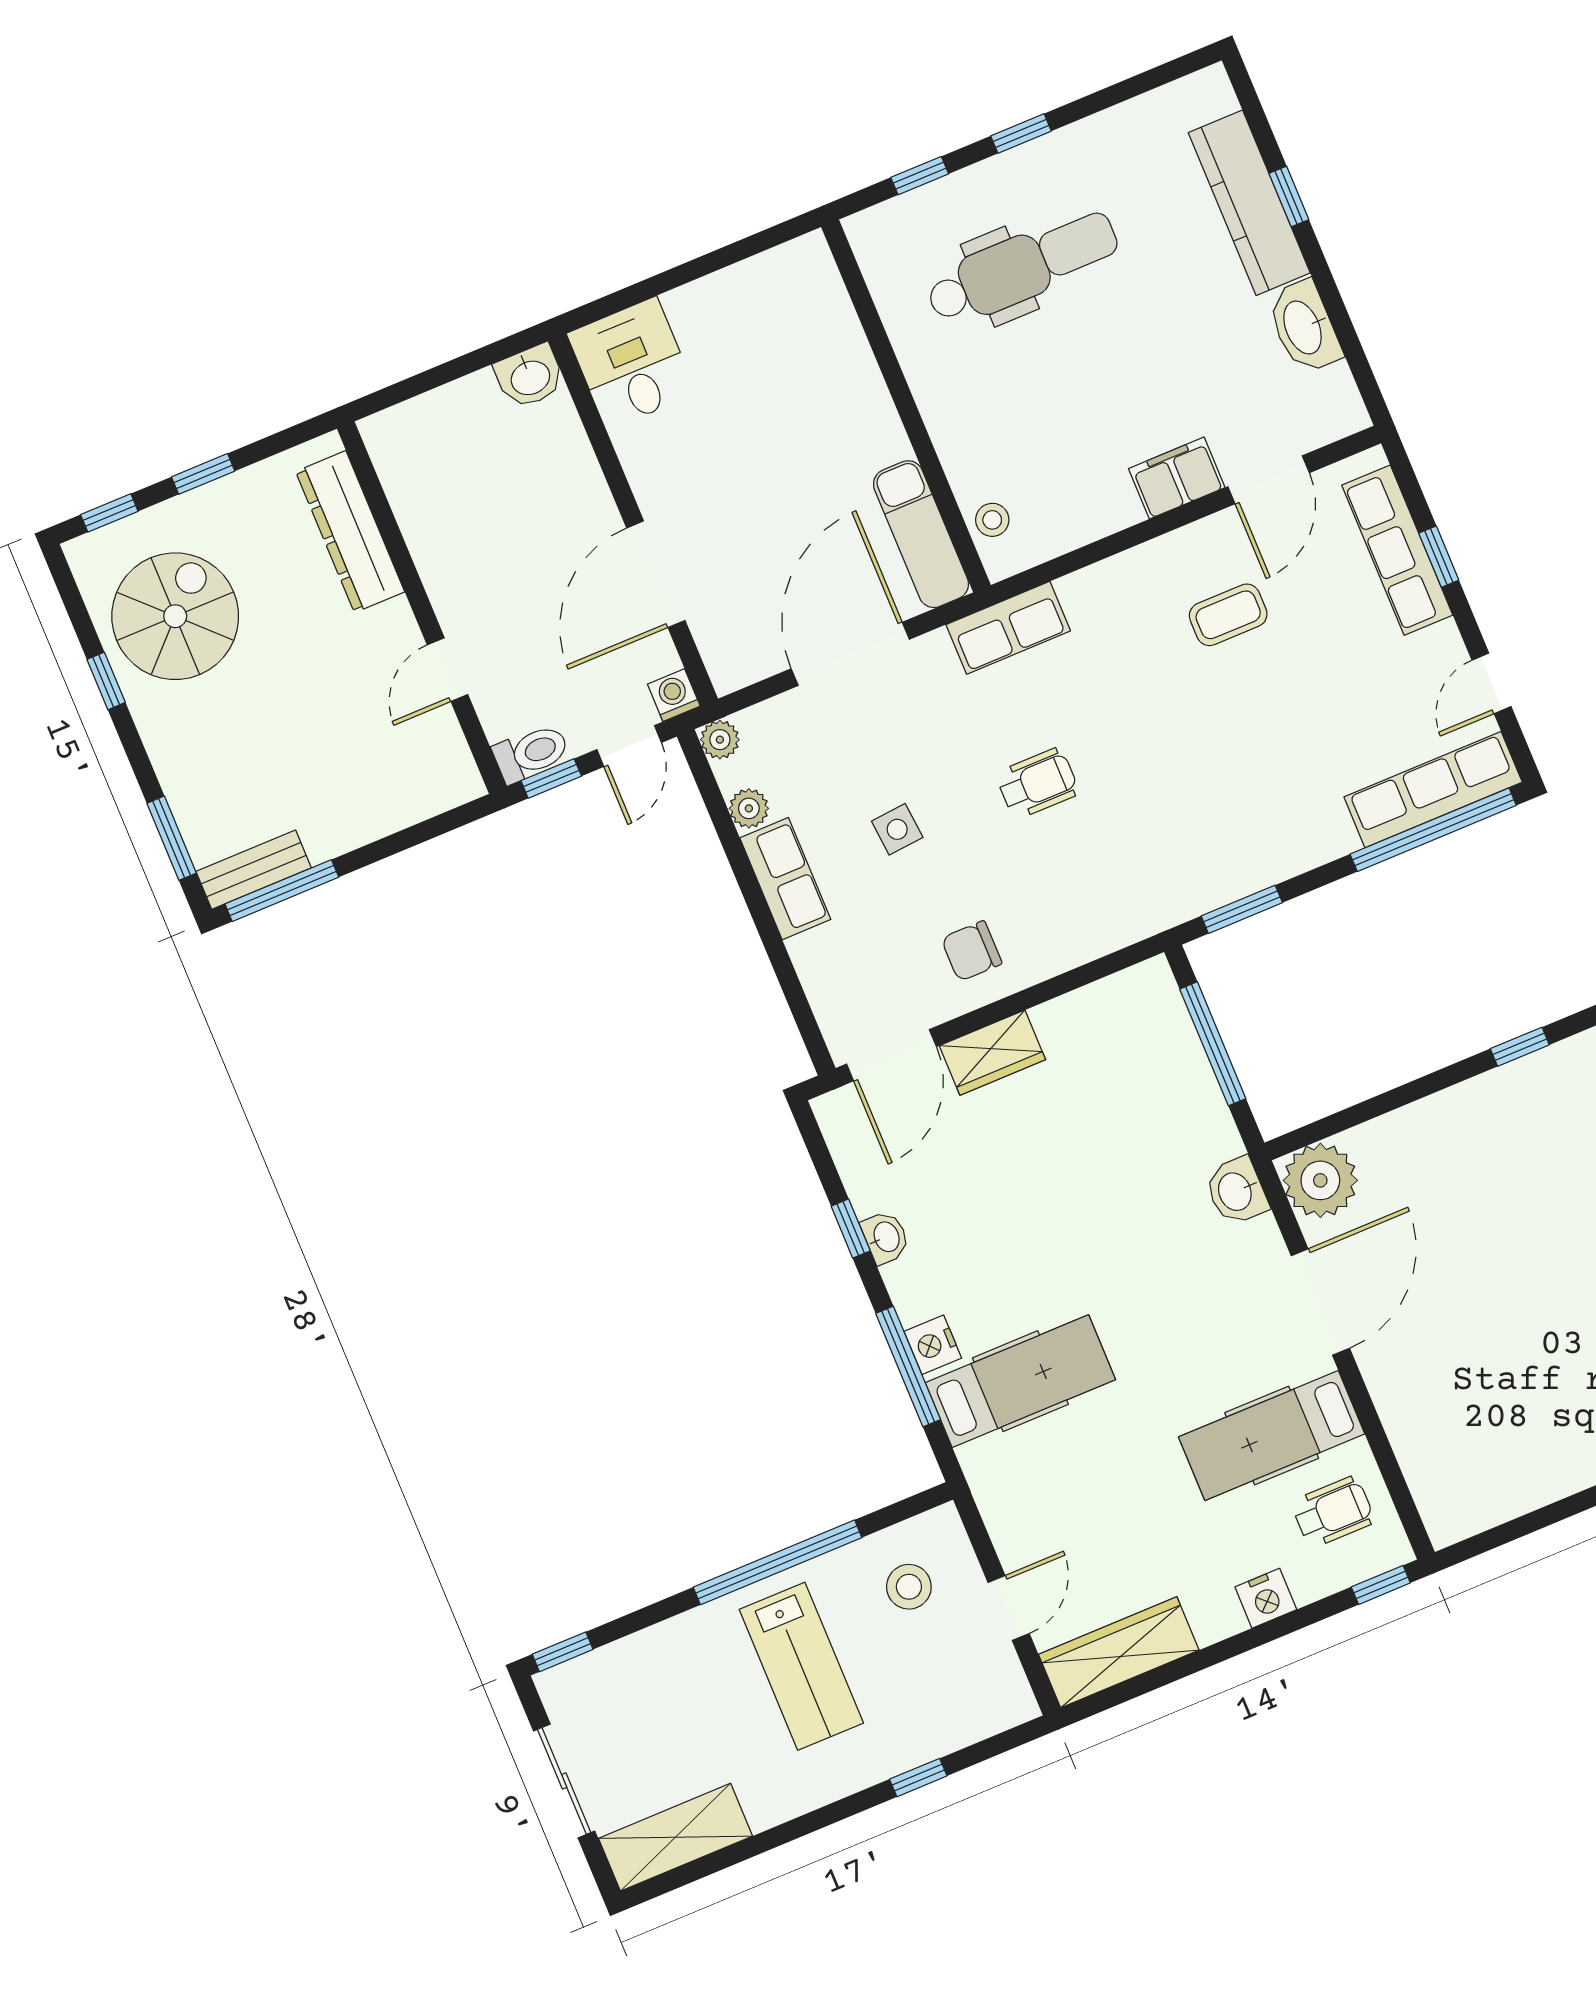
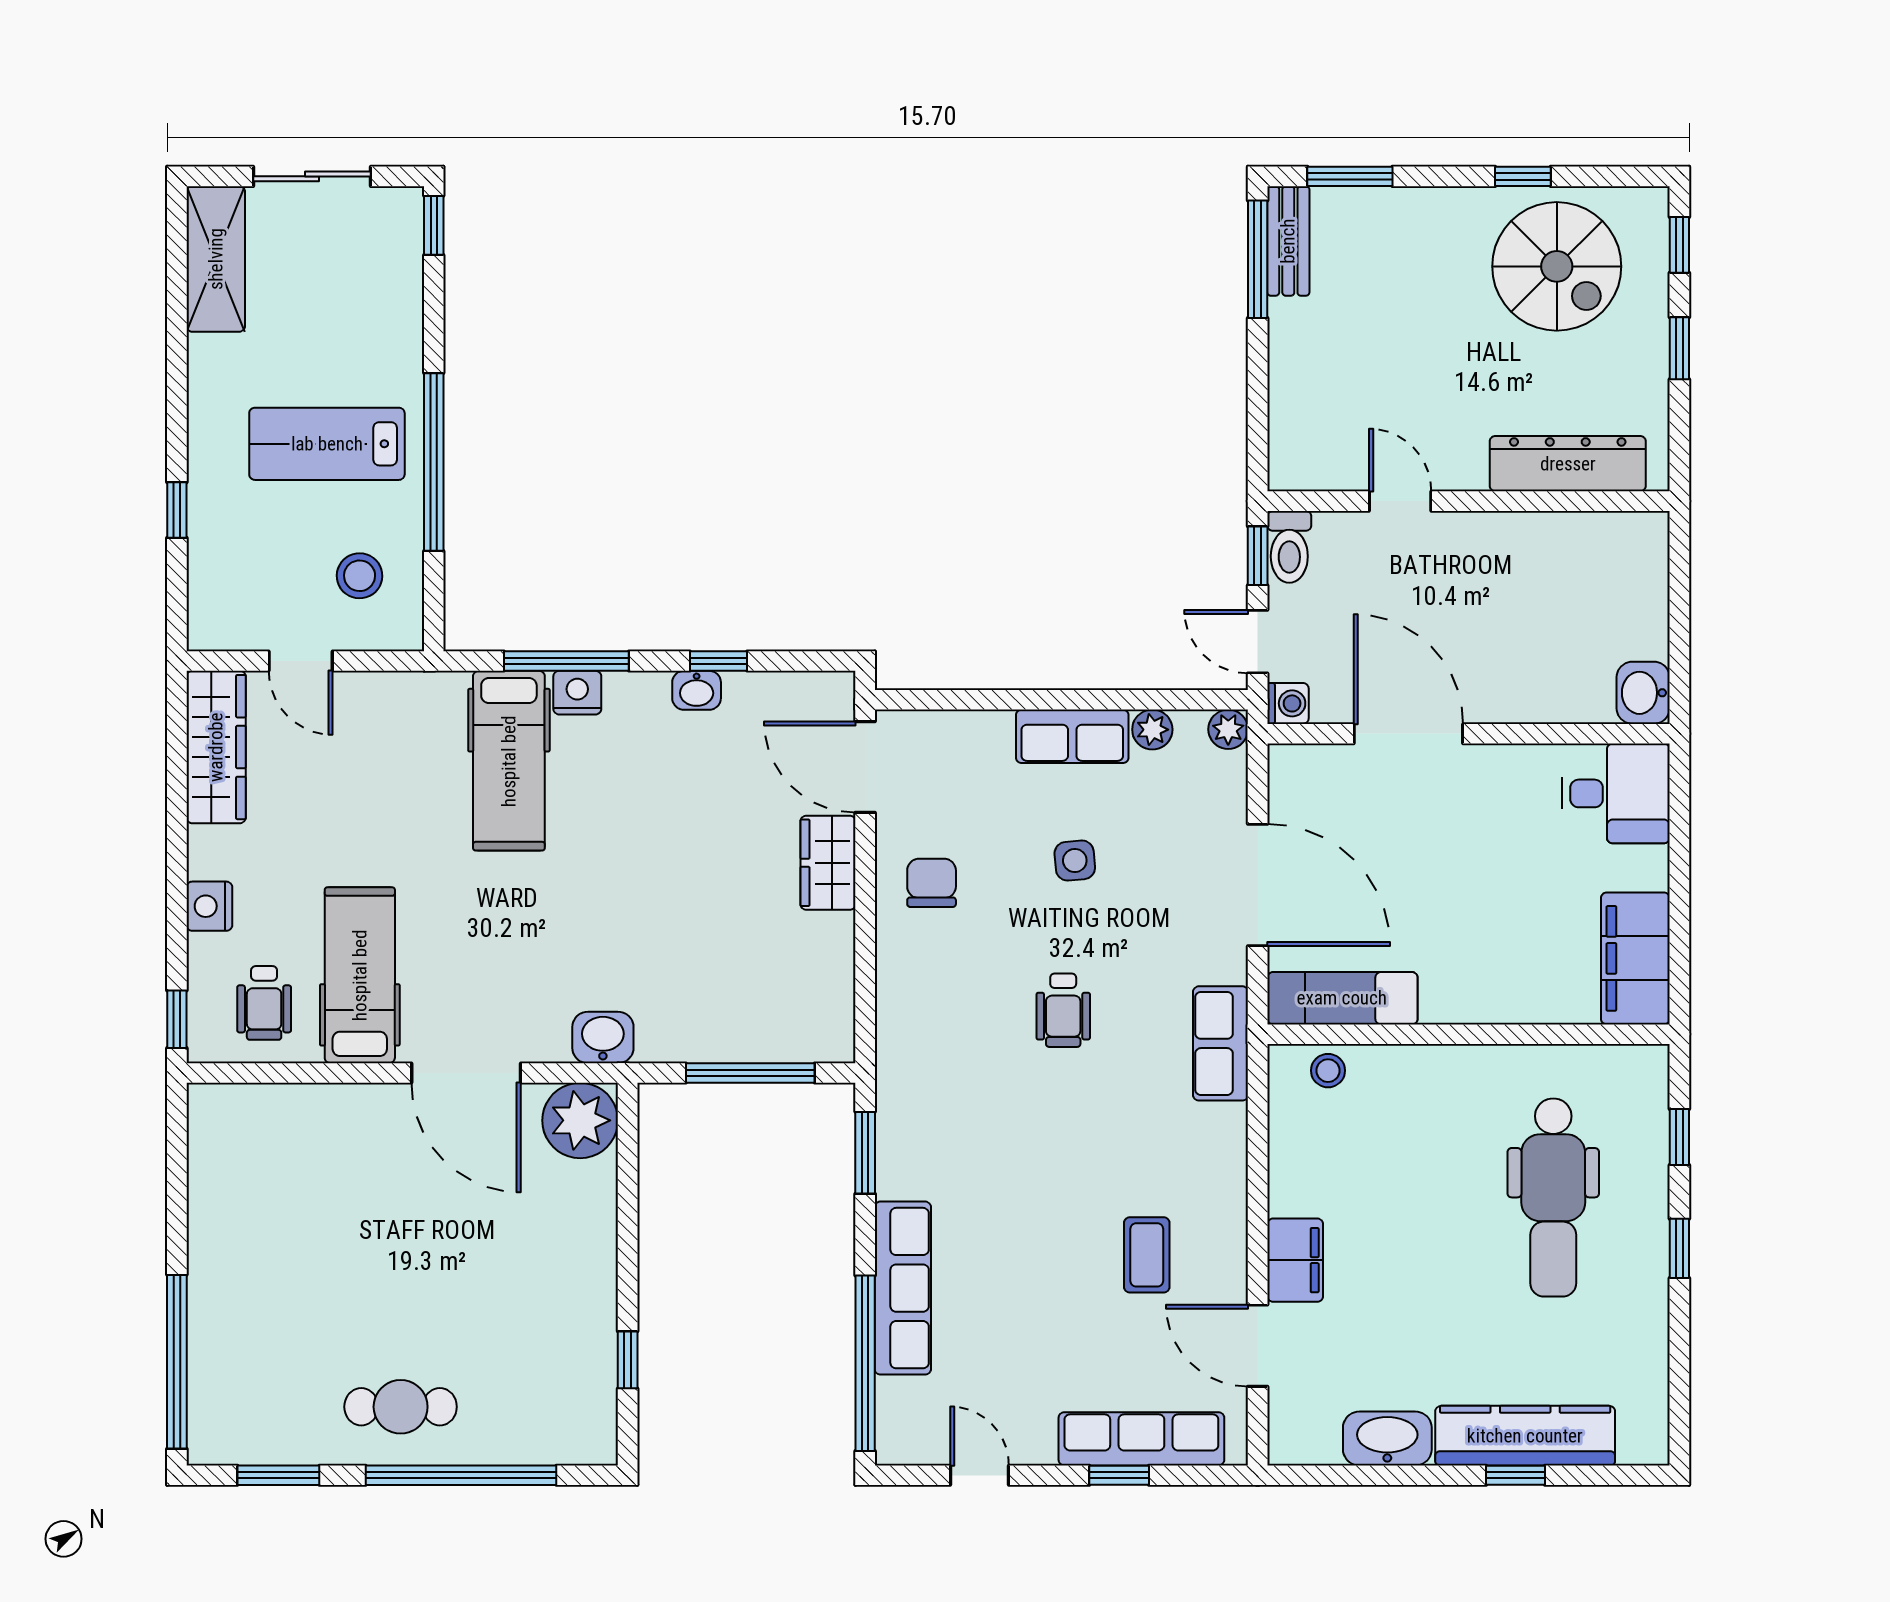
filing cabinet: (774, 283) -> (1635, 958), added
row of seats: (1433, 790) -> (903, 1288), moved

